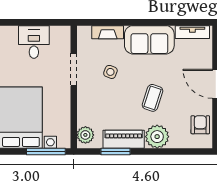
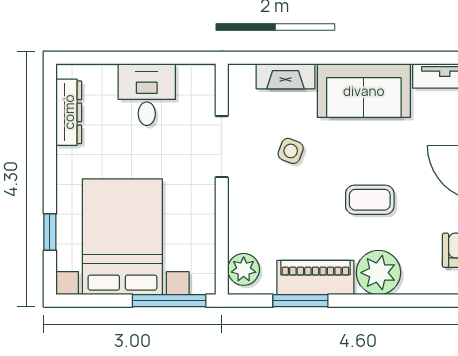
coffee table: (153, 98) -> (370, 200), turned 72

